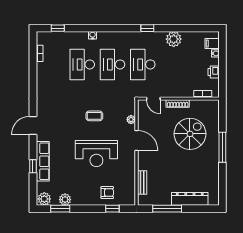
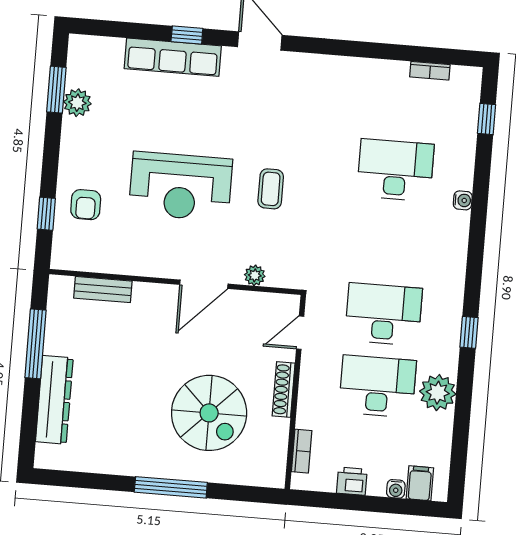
desk: (113, 64) -> (378, 386), moved
reception desk: (96, 154) -> (181, 186), turned -90
window: (33, 166) -> (187, 35), moved
plant: (44, 199) -> (83, 53), removed

